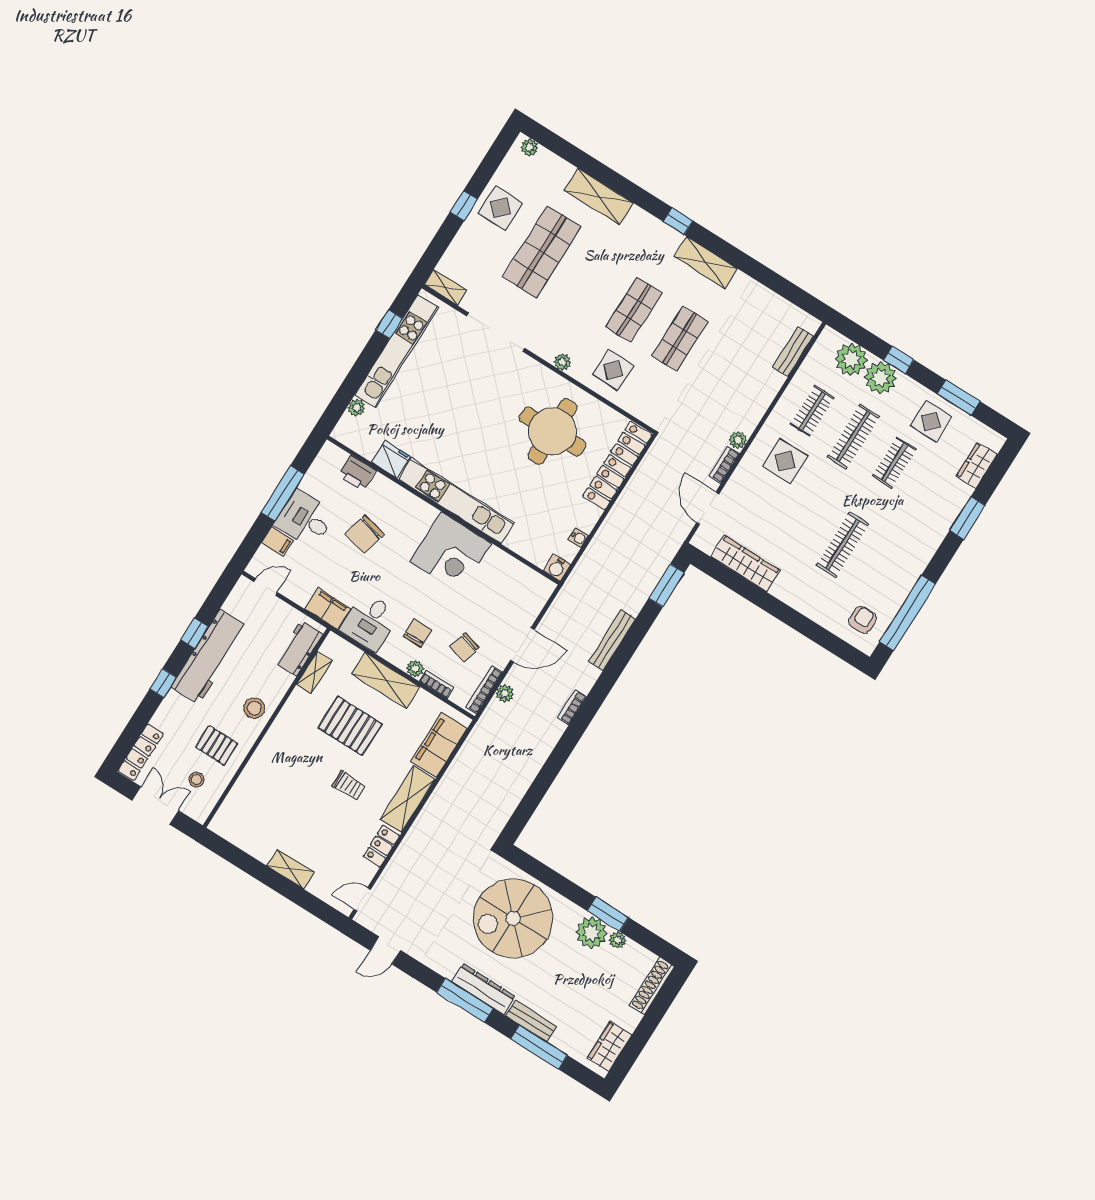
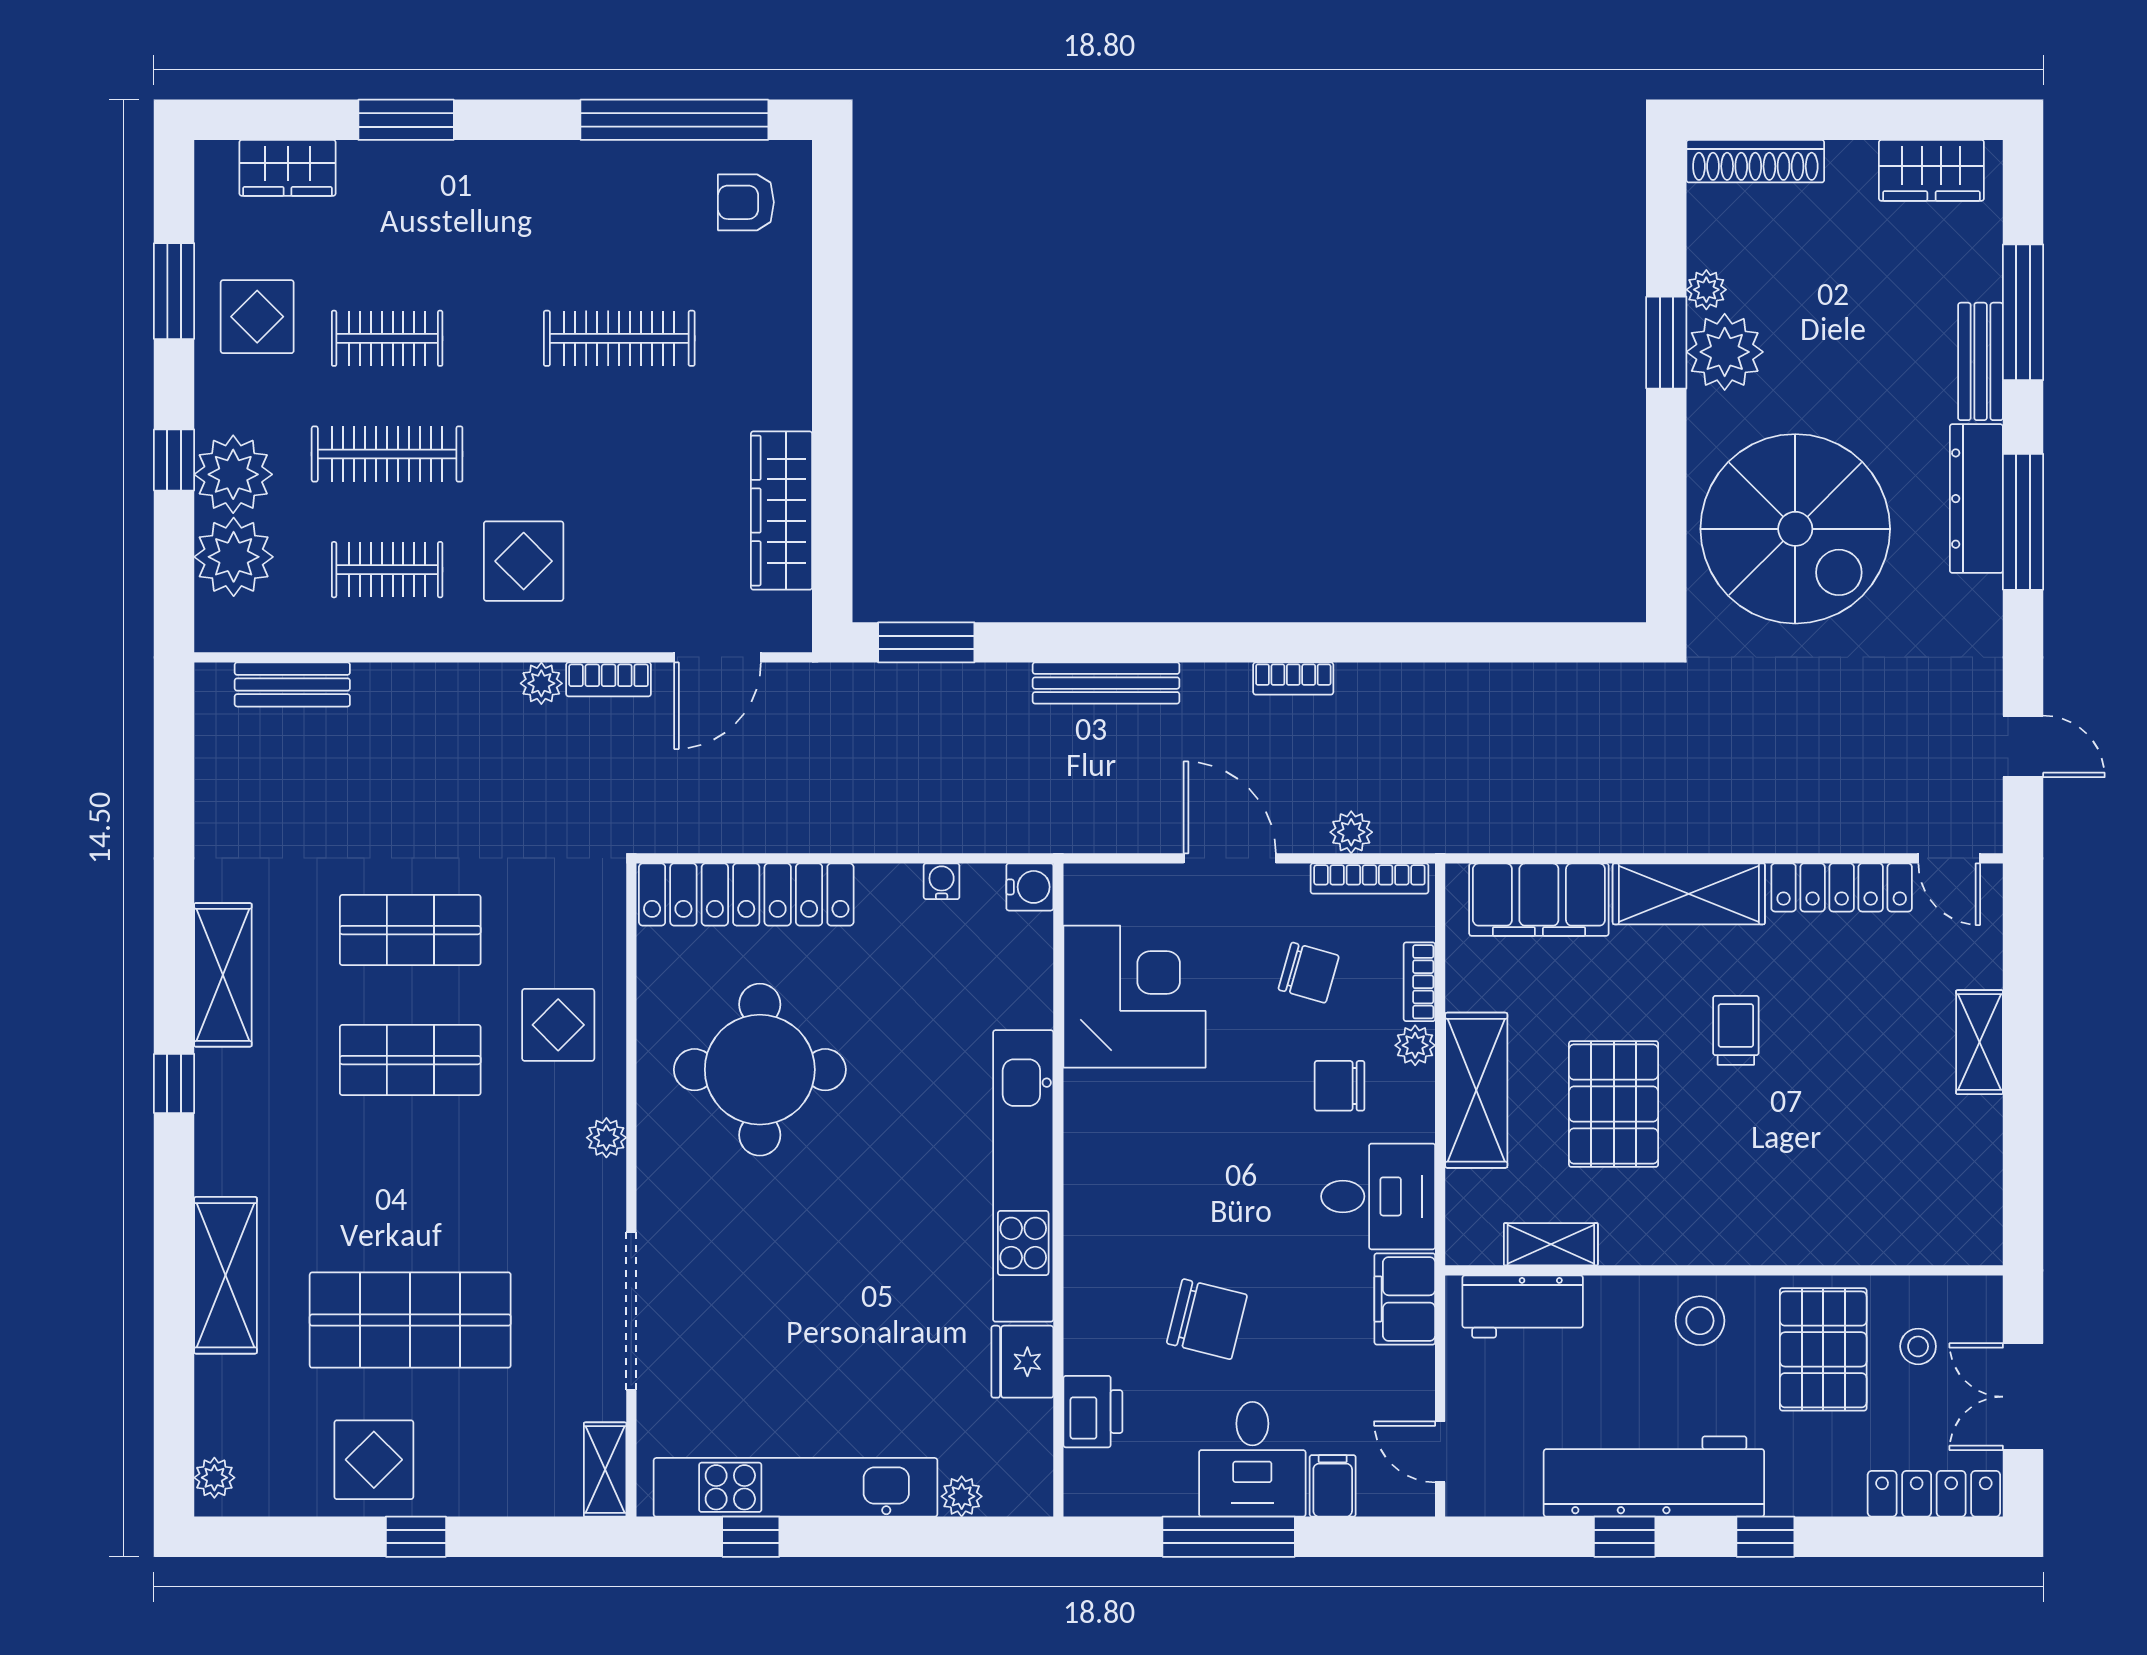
corner desk: (451, 552) -> (1134, 997), moved
pallet: (217, 745) -> (1823, 1349), width x1.50, depth x1.42
locker: (381, 846) -> (1842, 887), width x1.53

